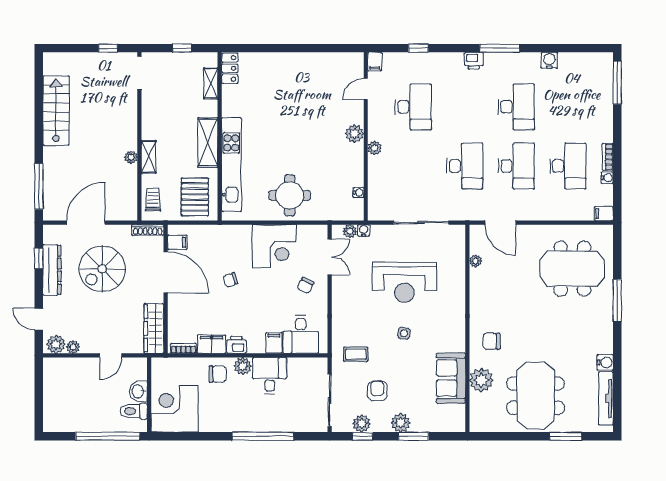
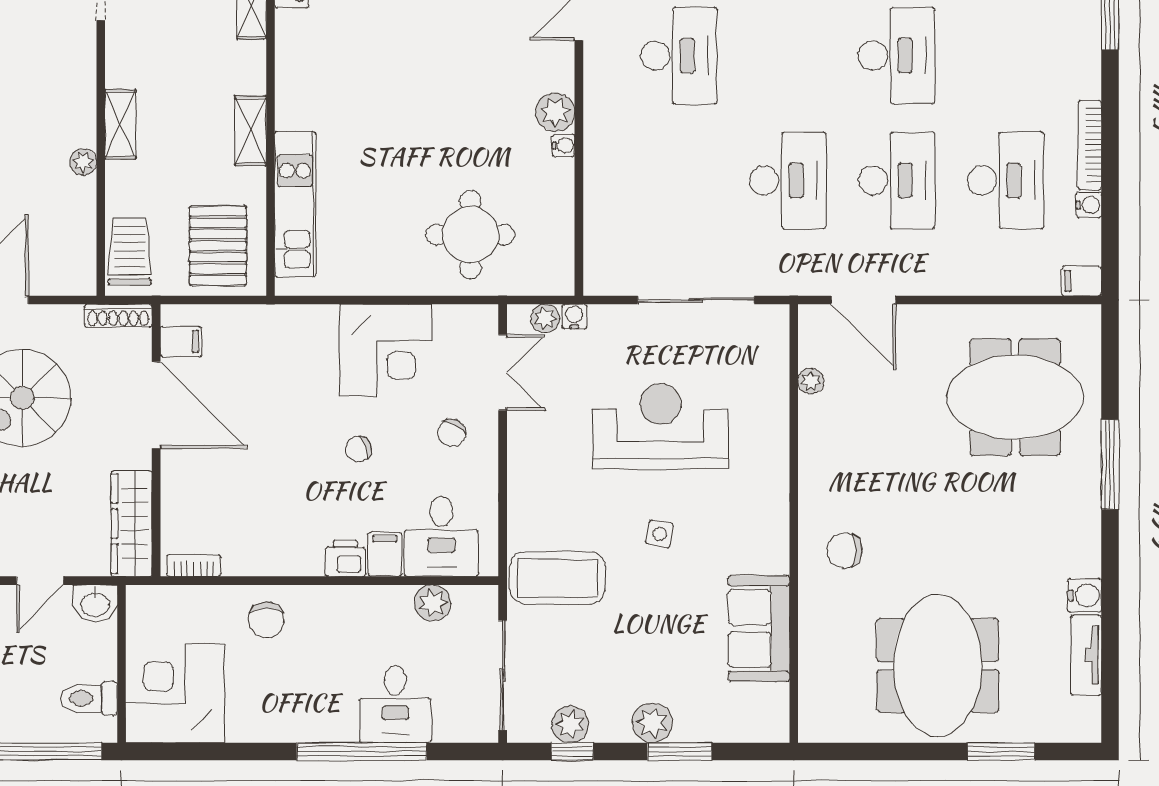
shelving: (208, 142) -> (251, 131), width x0.67, depth x0.75
plant: (374, 148) -> (597, 143), removed
shelving: (149, 157) -> (120, 124), moved
bookcase: (608, 157) -> (1090, 145), width x1.56
kitchen unit: (231, 165) -> (295, 204), width x0.73
water cooler: (358, 193) -> (564, 146), moved
round table: (290, 195) -> (470, 235), moved
trolley: (153, 200) -> (129, 251), width x1.36, depth x1.39
chair: (231, 280) -> (358, 449), moved
reception desk: (404, 282) -> (660, 426), turned 180
filing cabinet: (212, 344) -> (253, 557), removed
printer: (236, 345) -> (345, 558), moved
coffee table: (356, 354) -> (558, 578), width x1.86, depth x1.72
plant: (243, 366) -> (433, 603), moved
chair: (218, 374) -> (266, 620), turned 90
desk: (270, 376) -> (395, 704), moved, turned 180
plant: (481, 380) -> (823, 633), removed
washbasin: (138, 391) -> (95, 603), moved, turned -90
armchair: (377, 391) -> (603, 655), removed
tv unit: (606, 398) -> (1086, 655), width x0.71

